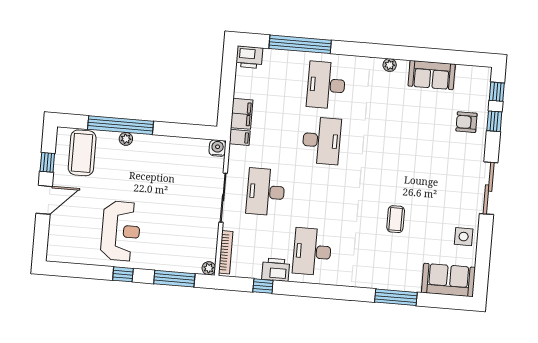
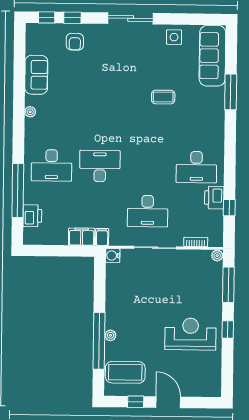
printer: (249, 57) -> (32, 216), moved
bookcase: (226, 252) -> (196, 242), width x0.64
sofa: (448, 280) -> (212, 56), width x1.36

